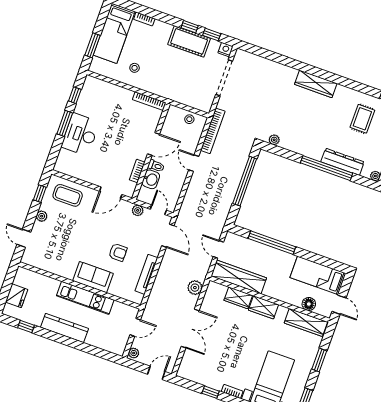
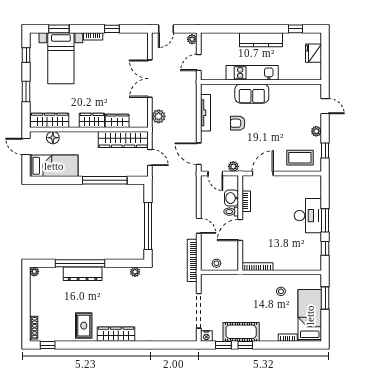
rug: (362, 119) -> (84, 326), moved
dresser: (343, 162) -> (83, 274), moved

